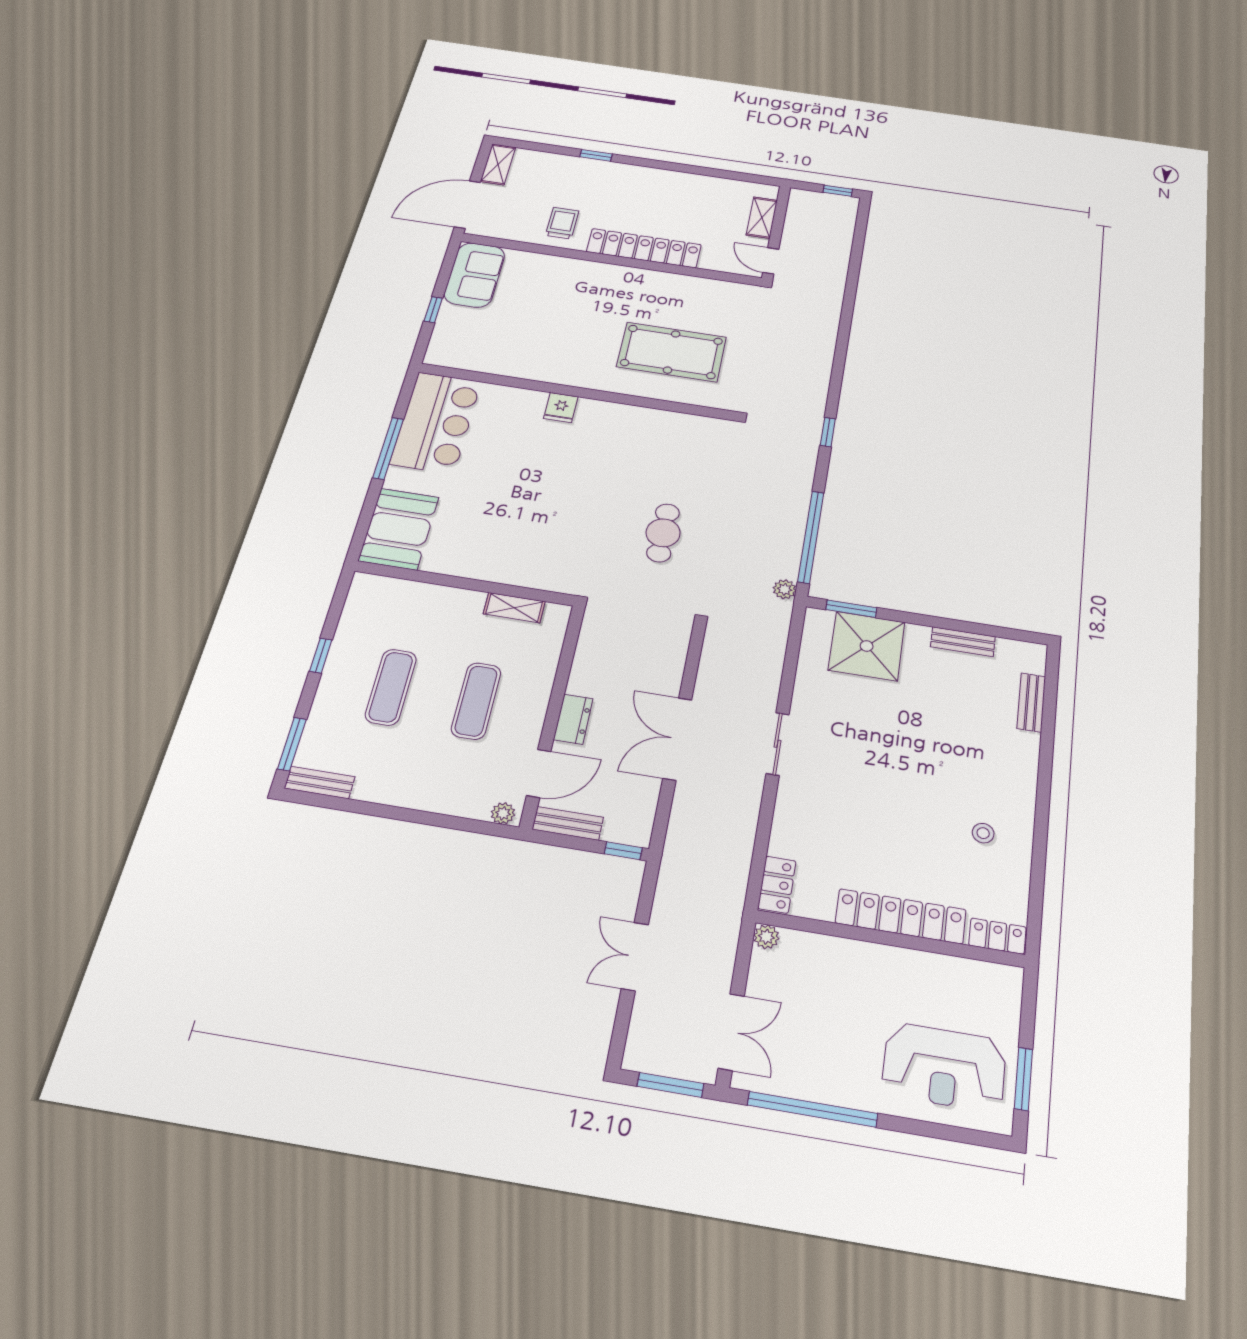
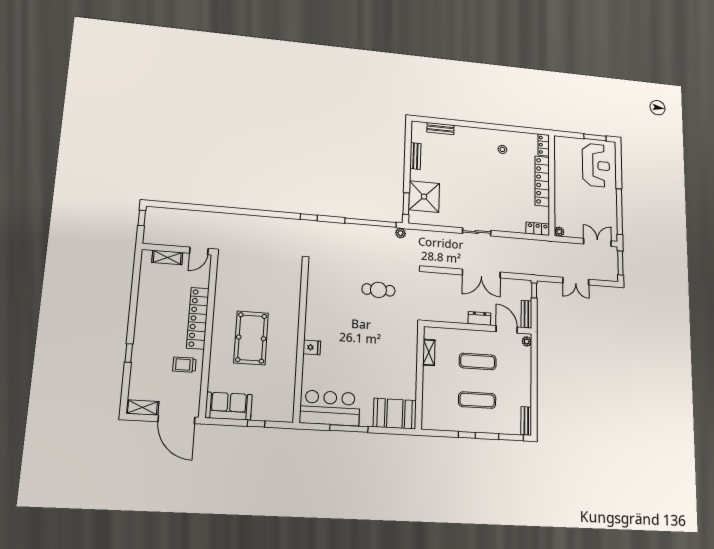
pool table: (672, 352) -> (251, 338), moved

